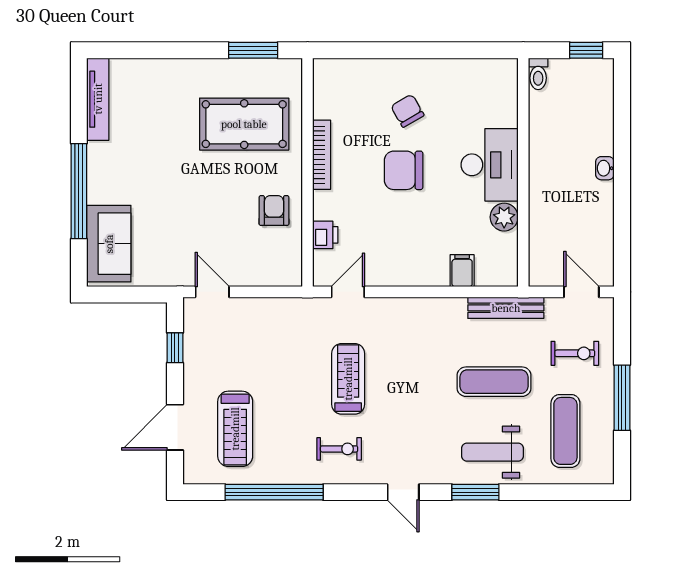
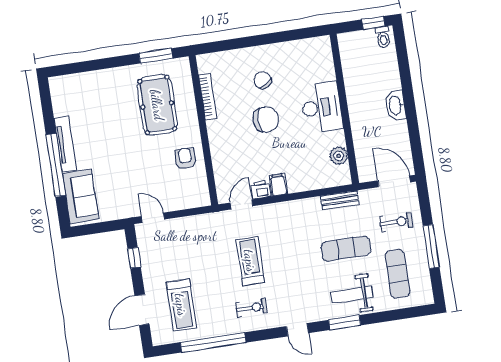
toilet: (538, 74) -> (383, 37), moved
tv unit: (98, 99) -> (65, 144), moved
pool table: (244, 124) -> (157, 105), turned 90
bookcase: (322, 155) -> (208, 97), moved
washbasin: (605, 168) -> (396, 105), width x1.91, depth x1.45
chair: (404, 170) -> (266, 119), turned 180
plant: (504, 217) -> (339, 156), moved
printer: (325, 235) -> (261, 190), moved, turned -90
filing cabinet: (462, 271) -> (278, 185), moved
door: (581, 292) -> (394, 181), width x1.38
bench: (506, 308) -> (340, 200), width x0.73

